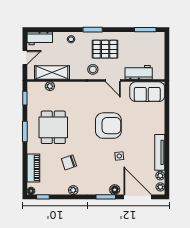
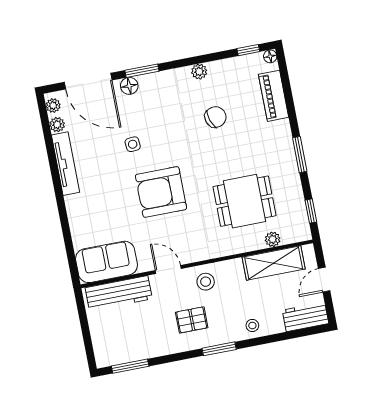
pallet: (105, 49) -> (192, 320), width x0.67, depth x0.71
workbench: (139, 72) -> (119, 293), width x1.38
dining table: (53, 127) -> (245, 201), moved, turned 90

